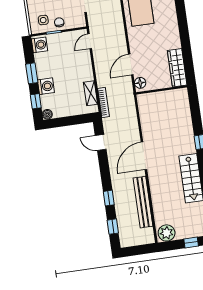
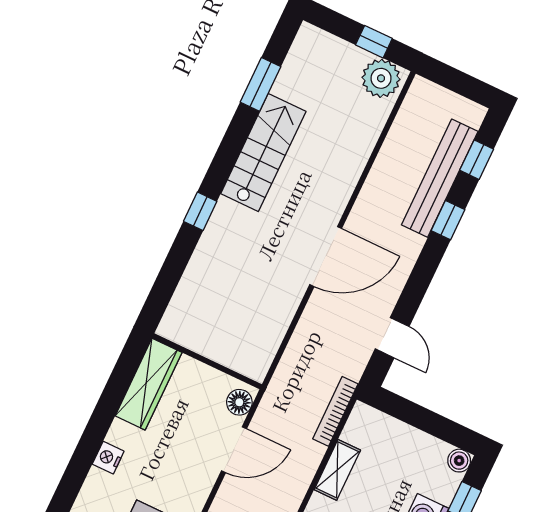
nightstand: (174, 32) -> (108, 458), added
shelving: (90, 93) -> (337, 470), moved
bench: (143, 202) -> (440, 178), moved
window: (191, 243) -> (374, 42), moved

